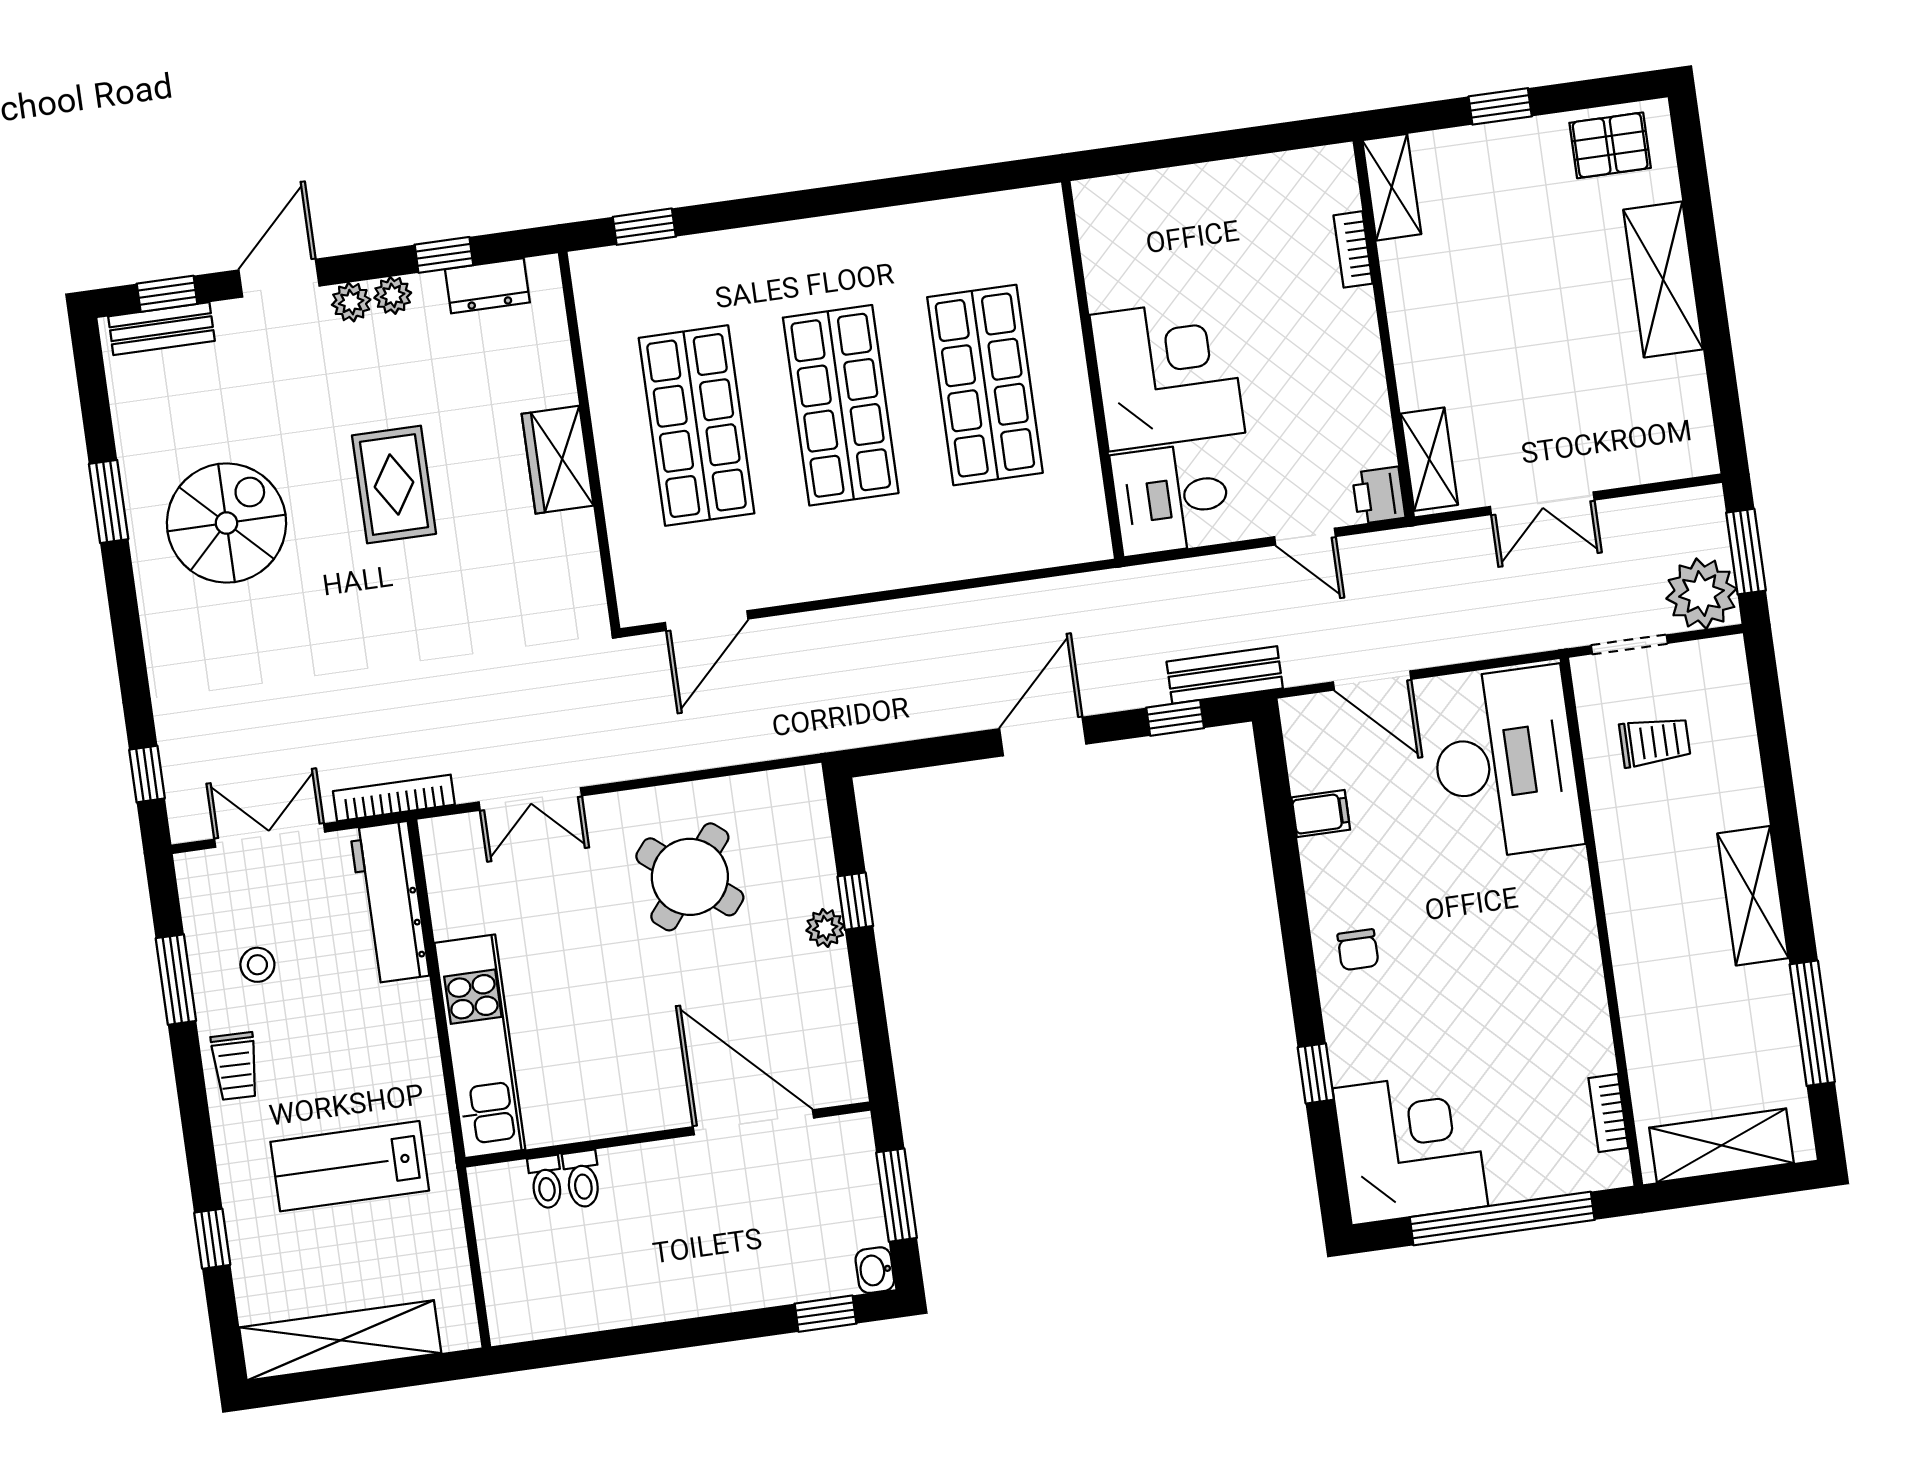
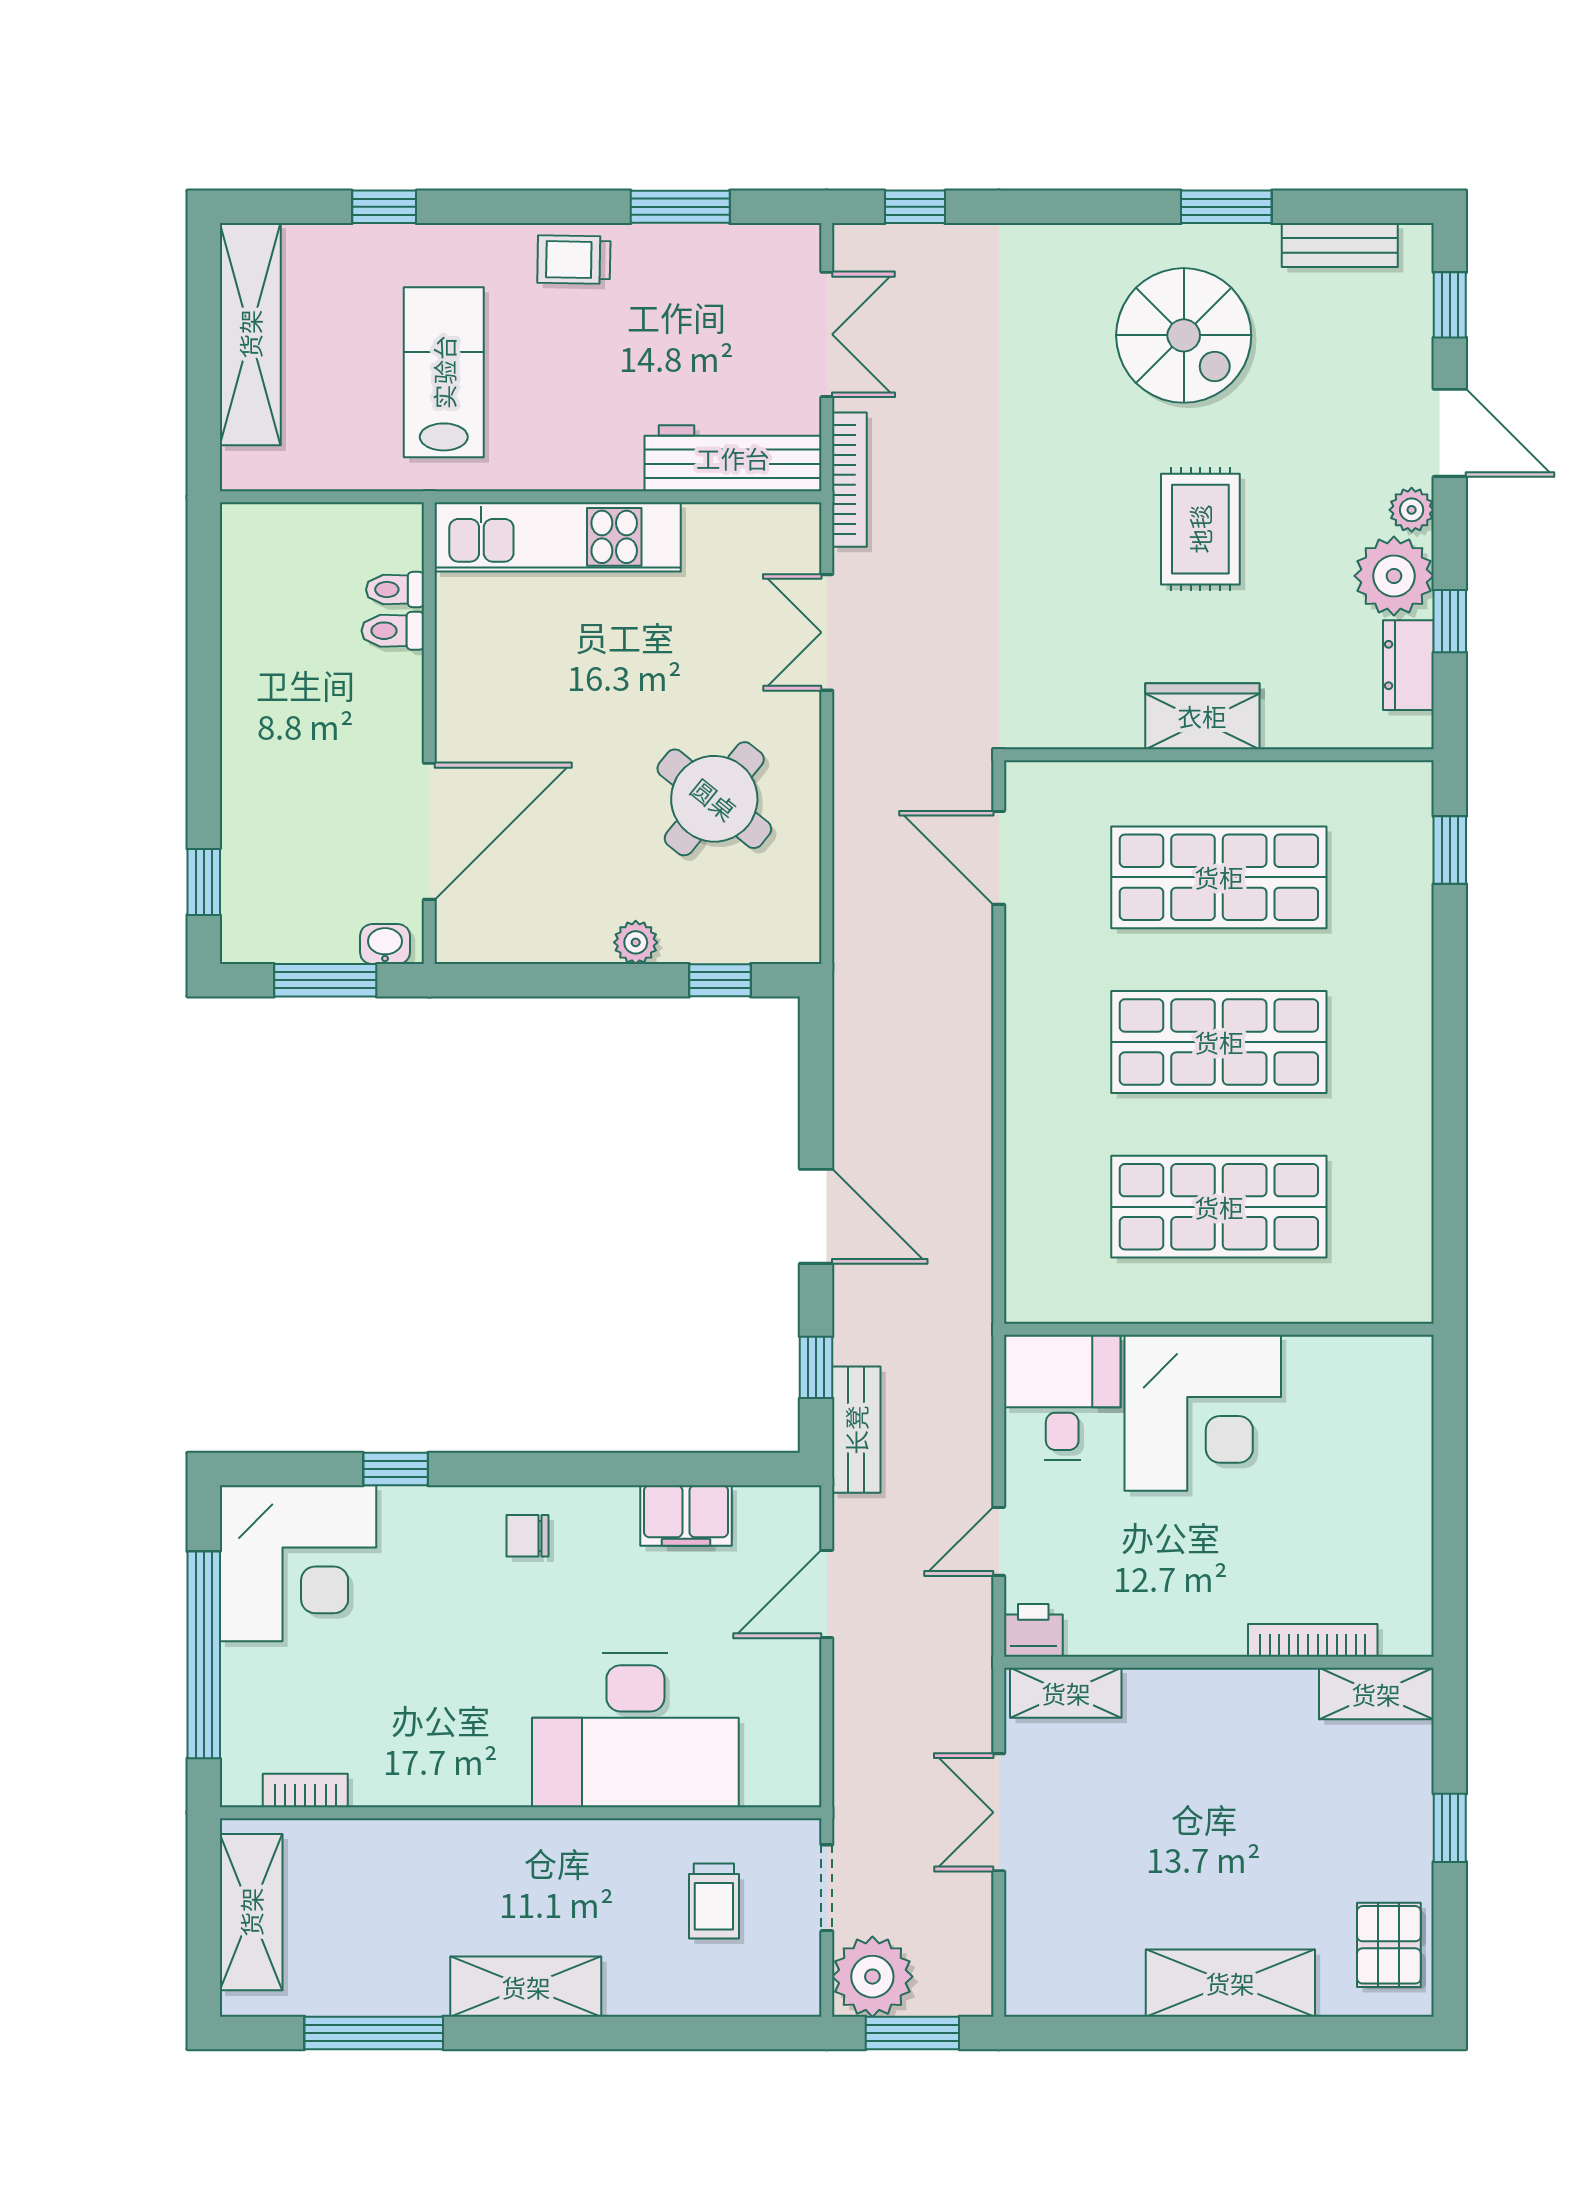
bookcase: (1353, 249) -> (1313, 1640), width x1.56
plant: (393, 295) -> (1394, 576), width x1.87, depth x1.87
bench: (161, 329) -> (1340, 245), moved, turned 90
rug: (394, 485) -> (1200, 529), turned 90
desk: (1505, 763) -> (635, 1730), moved
filing cabinet: (1321, 813) -> (686, 1516), width x2.00
window: (855, 901) -> (720, 980), moved
stool: (257, 965) -> (684, 300), removed
washbasin: (875, 1270) -> (385, 944), moved

